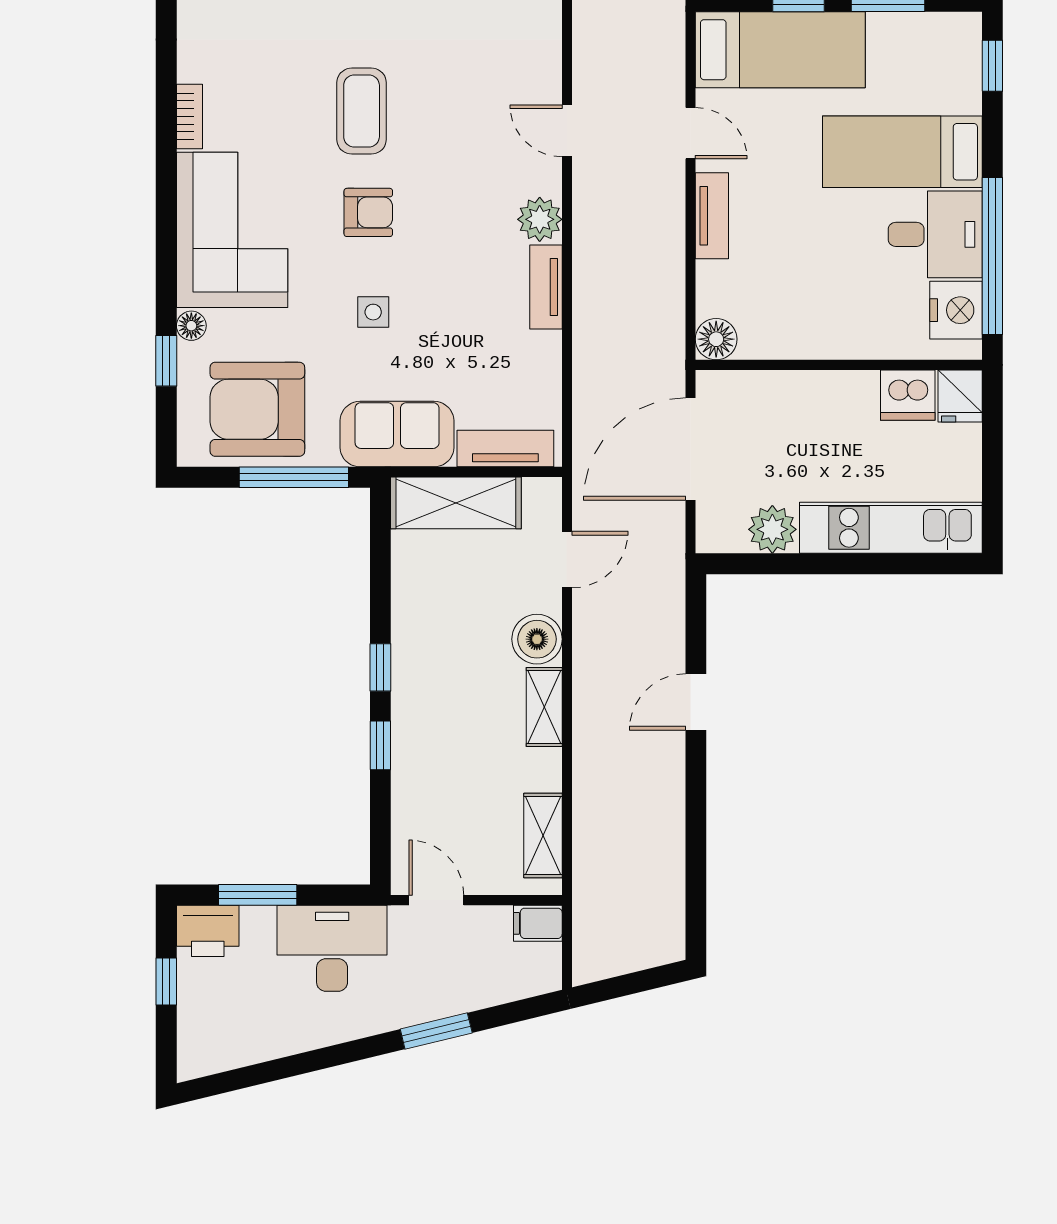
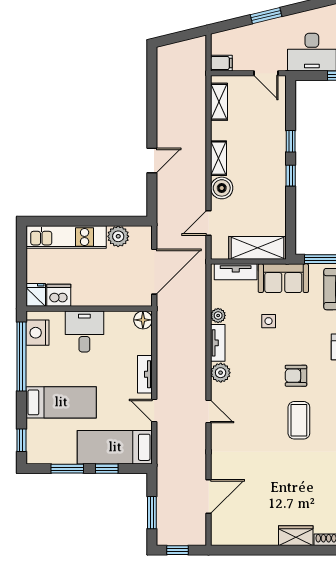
desk: (935, 234) -> (84, 331), moved, turned 90
side table: (373, 312) -> (269, 321), moved
plant: (545, 349) -> (218, 315), added

